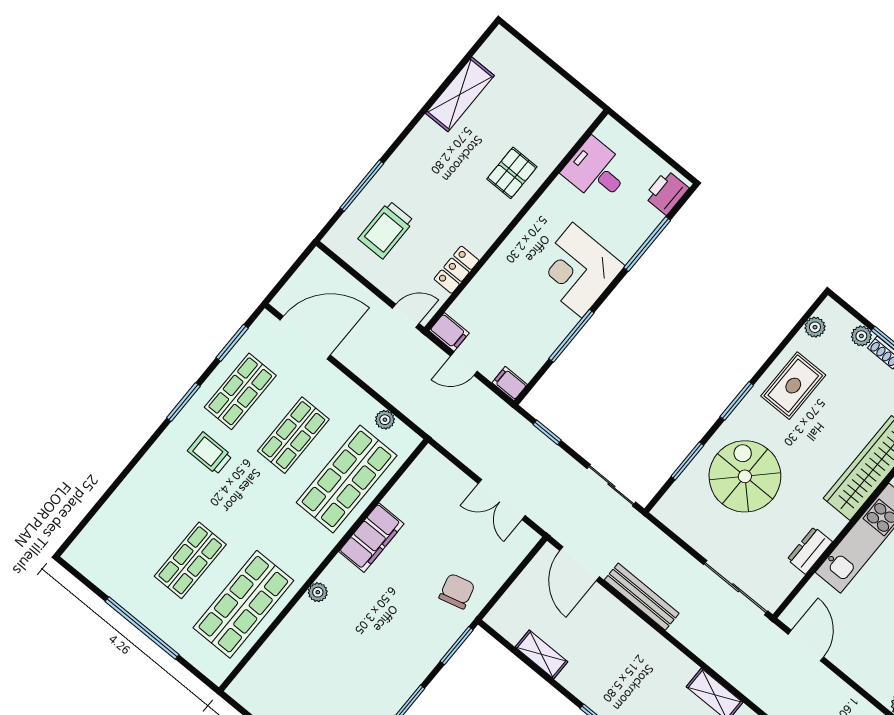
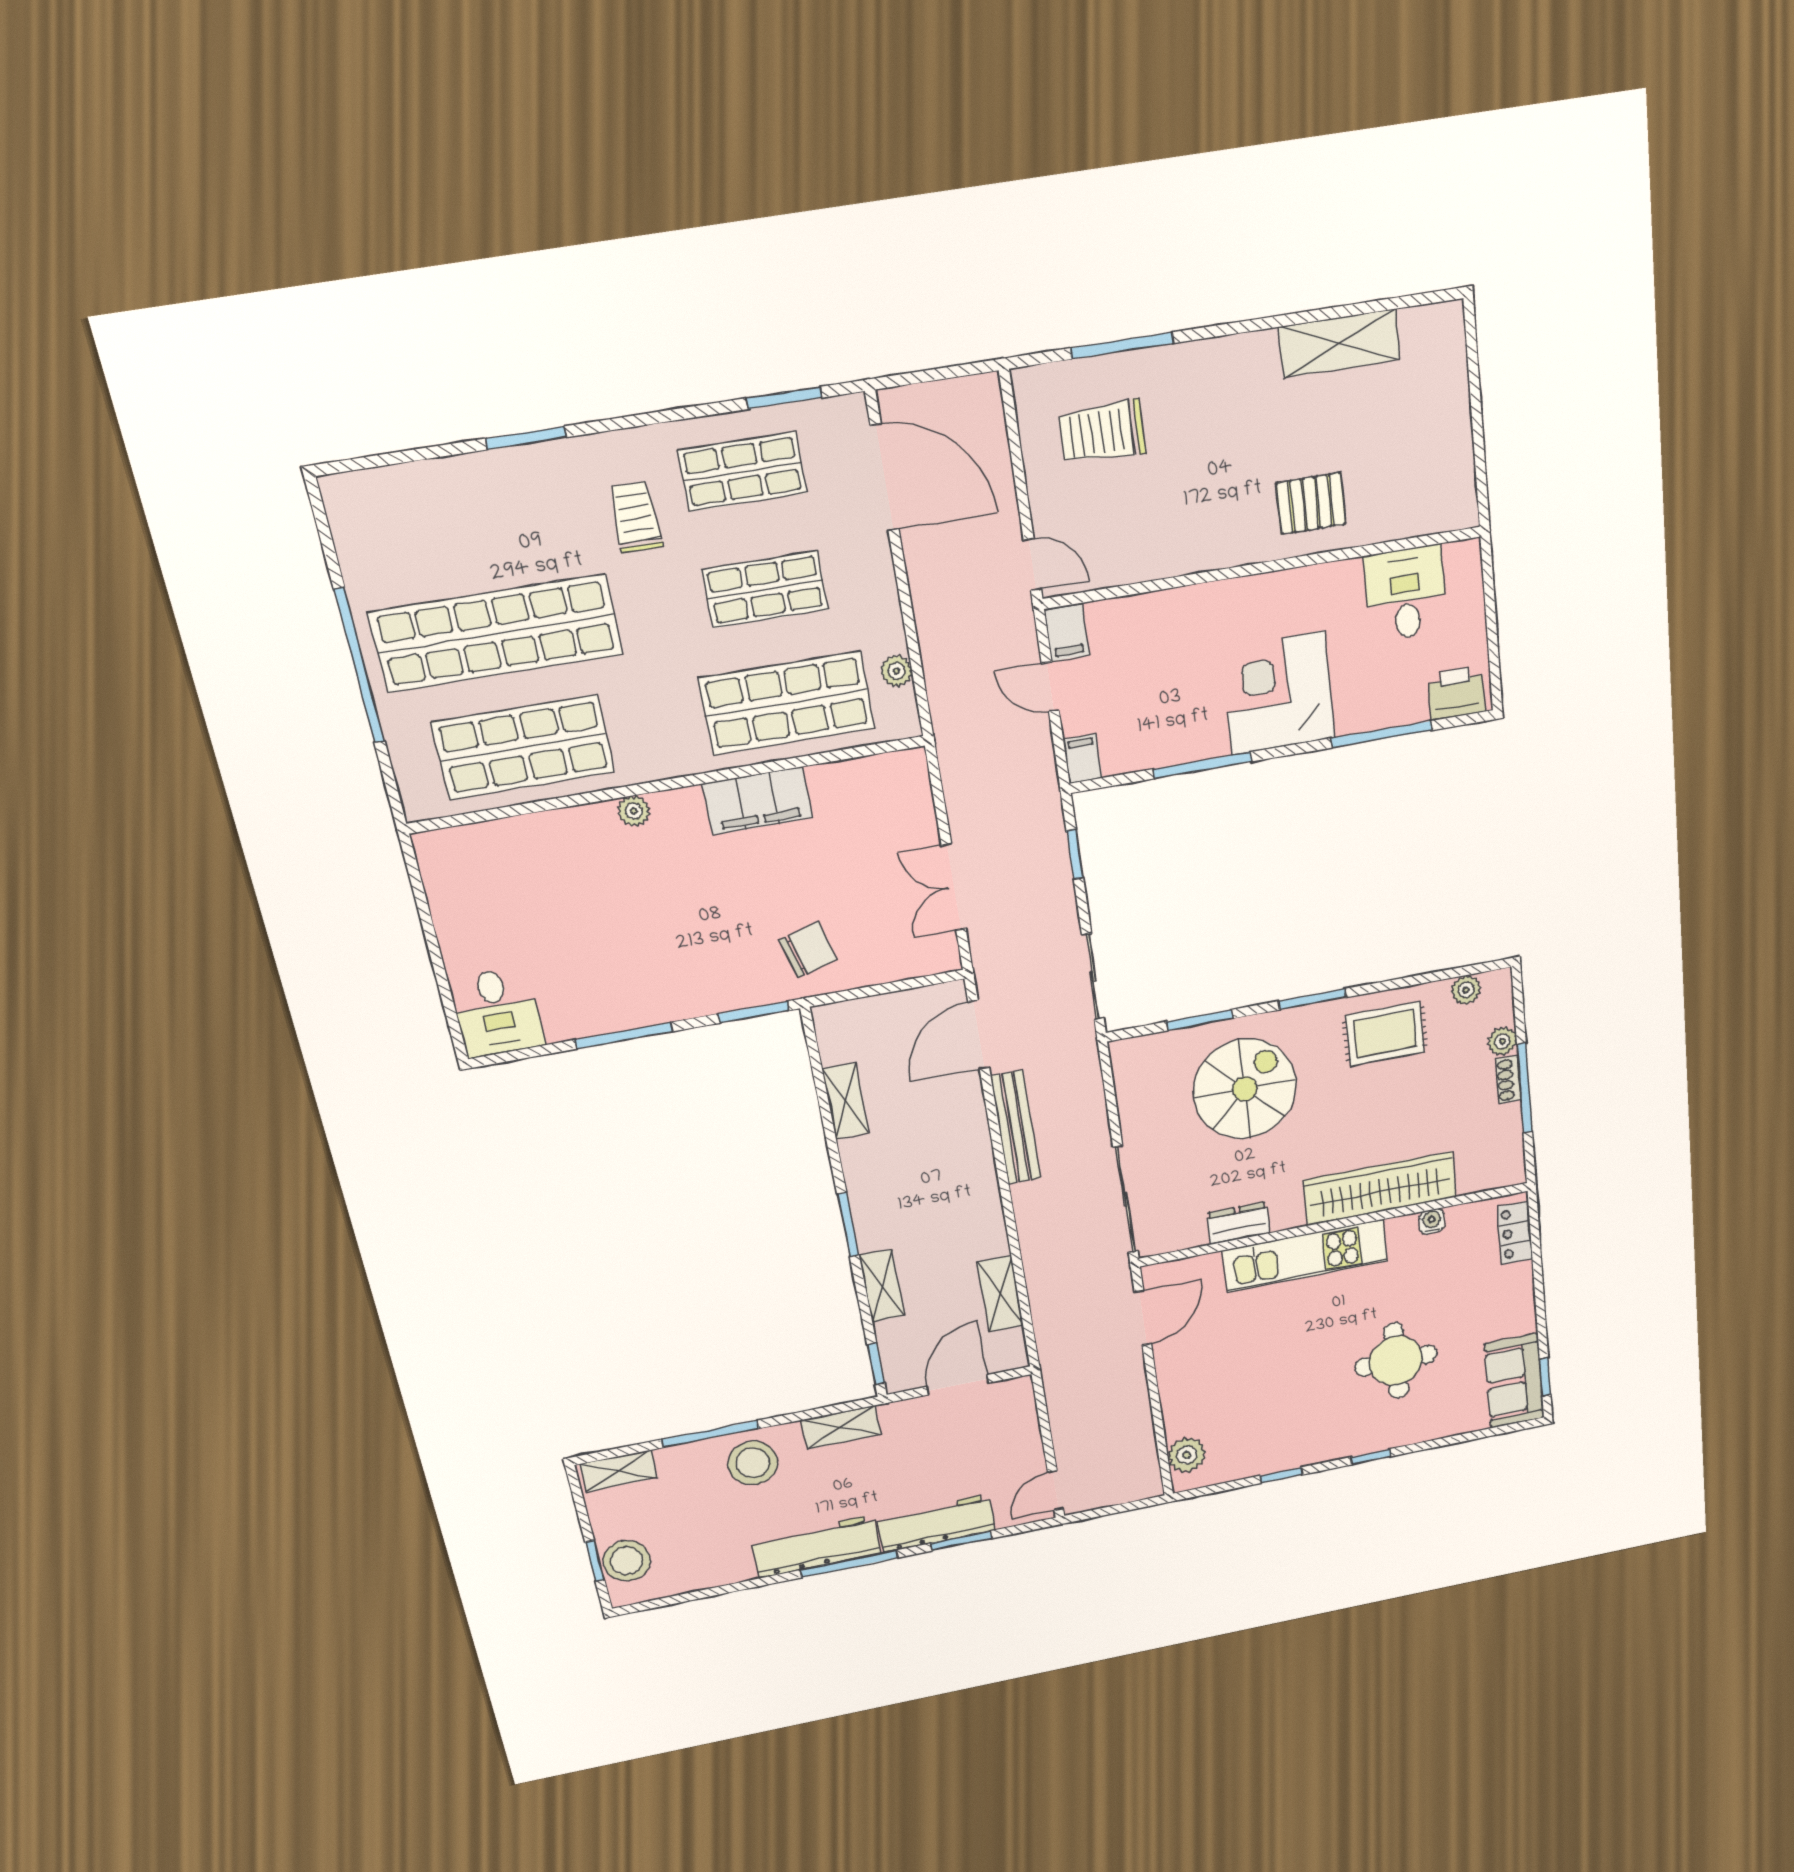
locker: (456, 270) -> (1142, 563), removed
window: (183, 402) -> (526, 438), moved
shop shelf: (190, 560) -> (496, 633), width x2.00, depth x1.36

